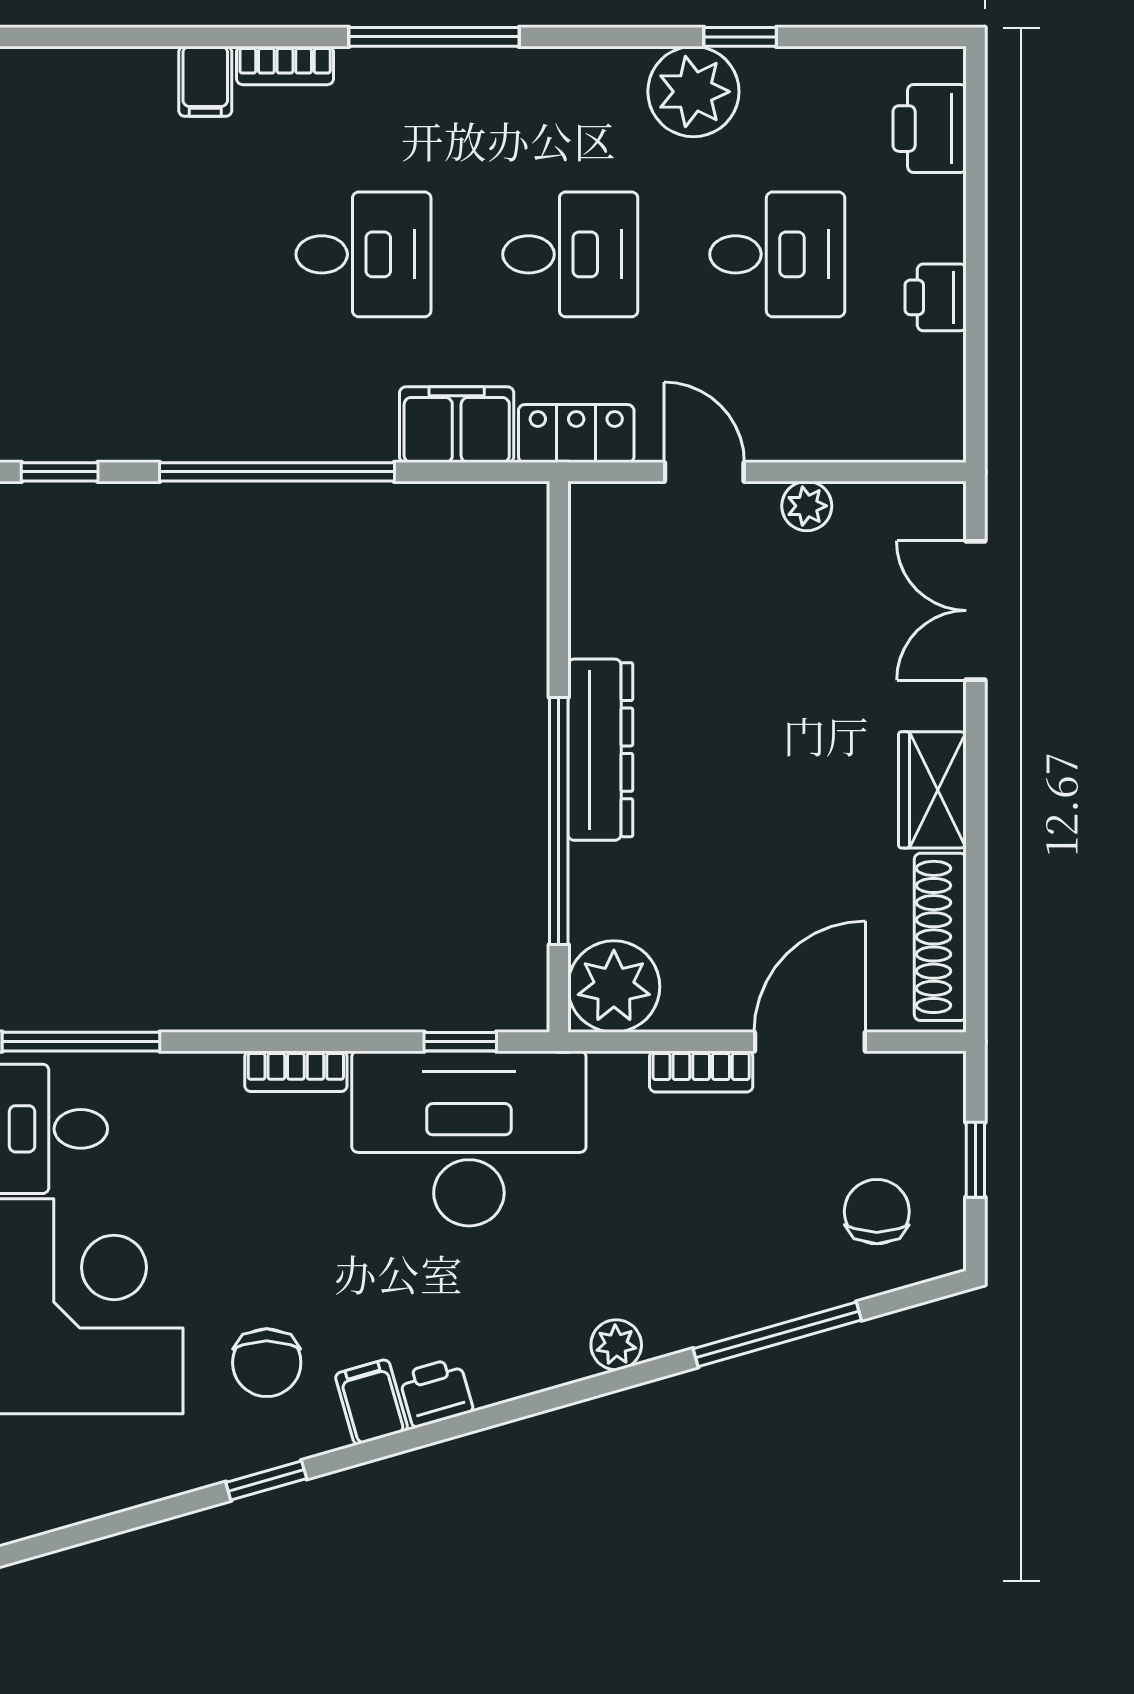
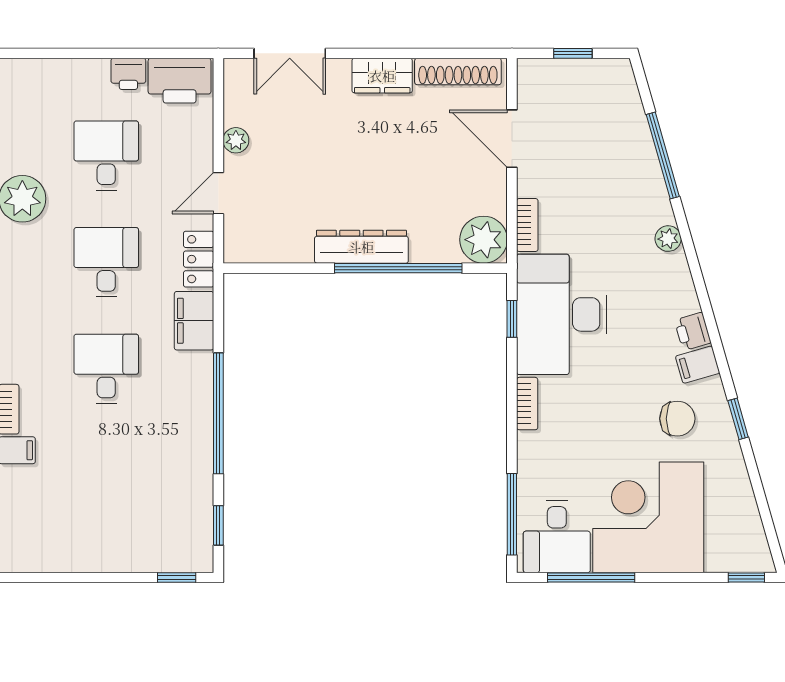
printer: (930, 129) -> (180, 81), moved, width x1.37, depth x1.19
bookcase: (701, 1071) -> (527, 225), moved
chair: (877, 1212) -> (599, 104), removed

